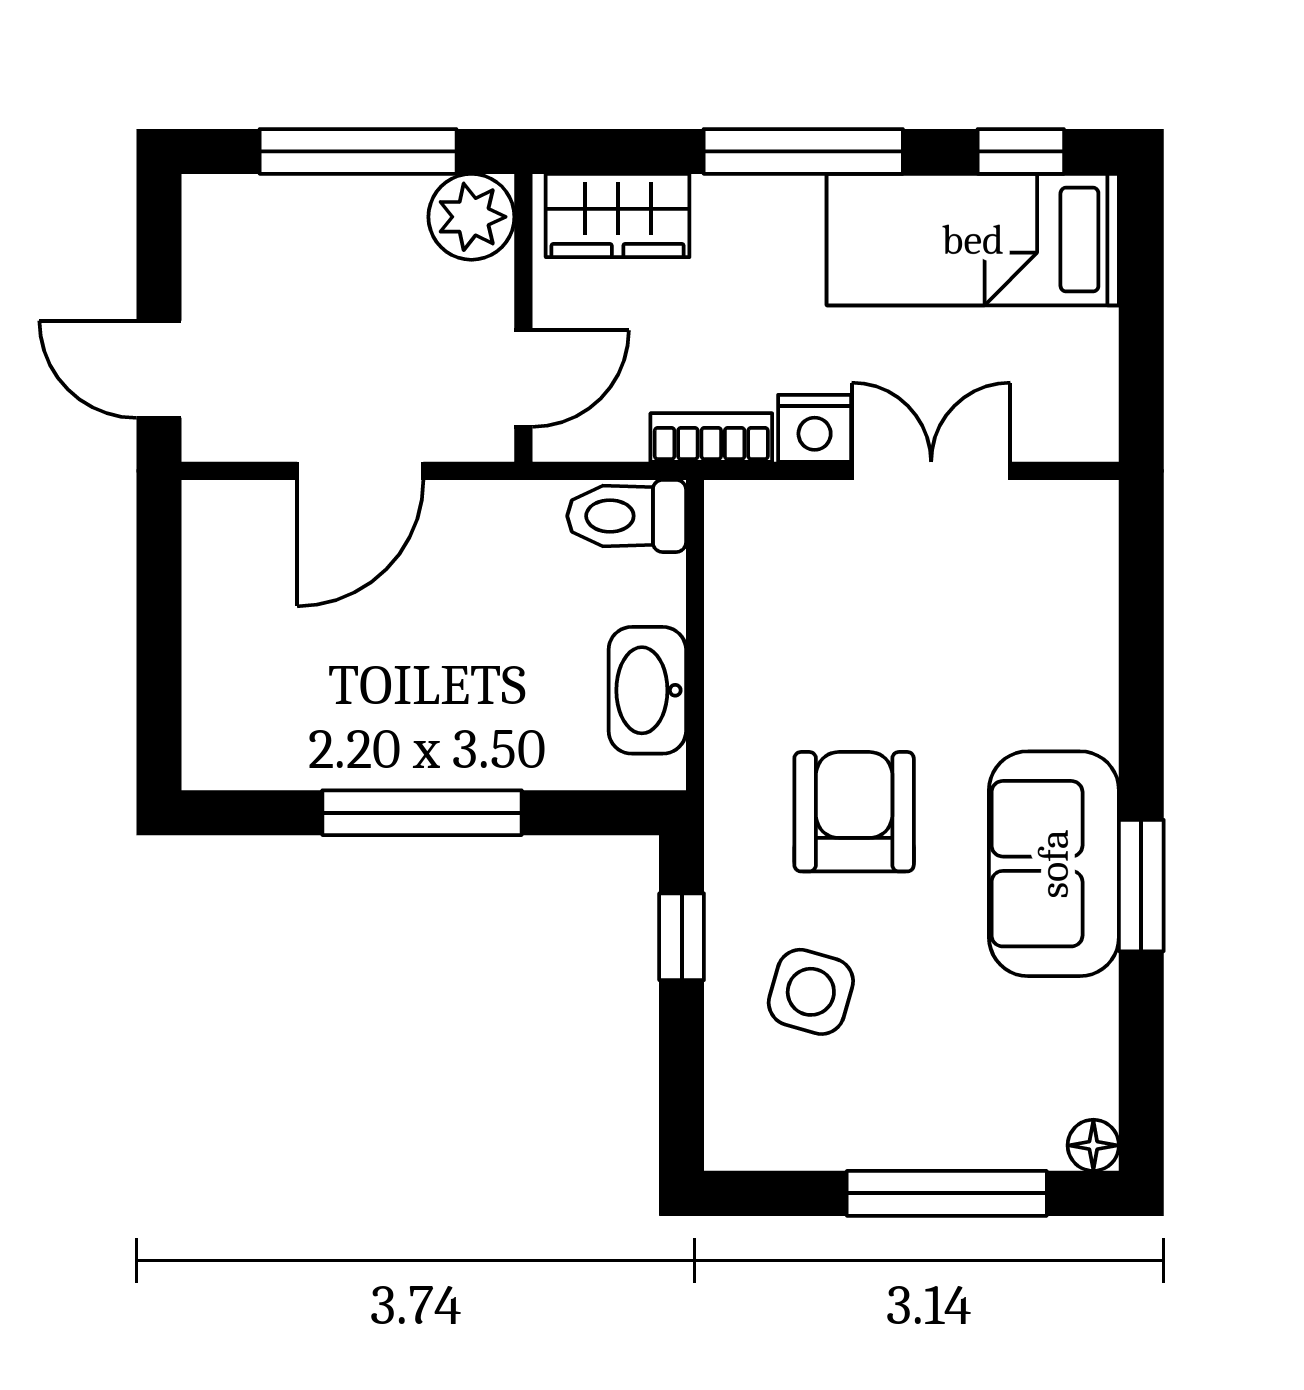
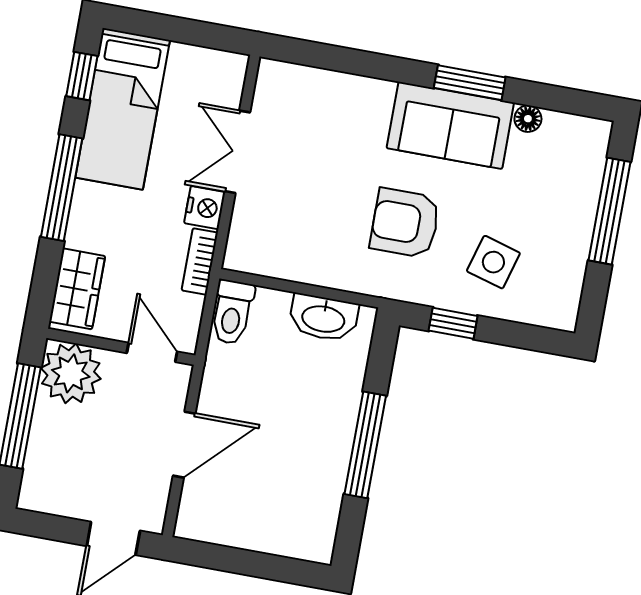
plant: (471, 217) -> (71, 373), width x1.36, depth x1.36
door: (360, 471) -> (184, 445), hinge flipped
floor lamp: (1093, 1145) -> (528, 119), moved

